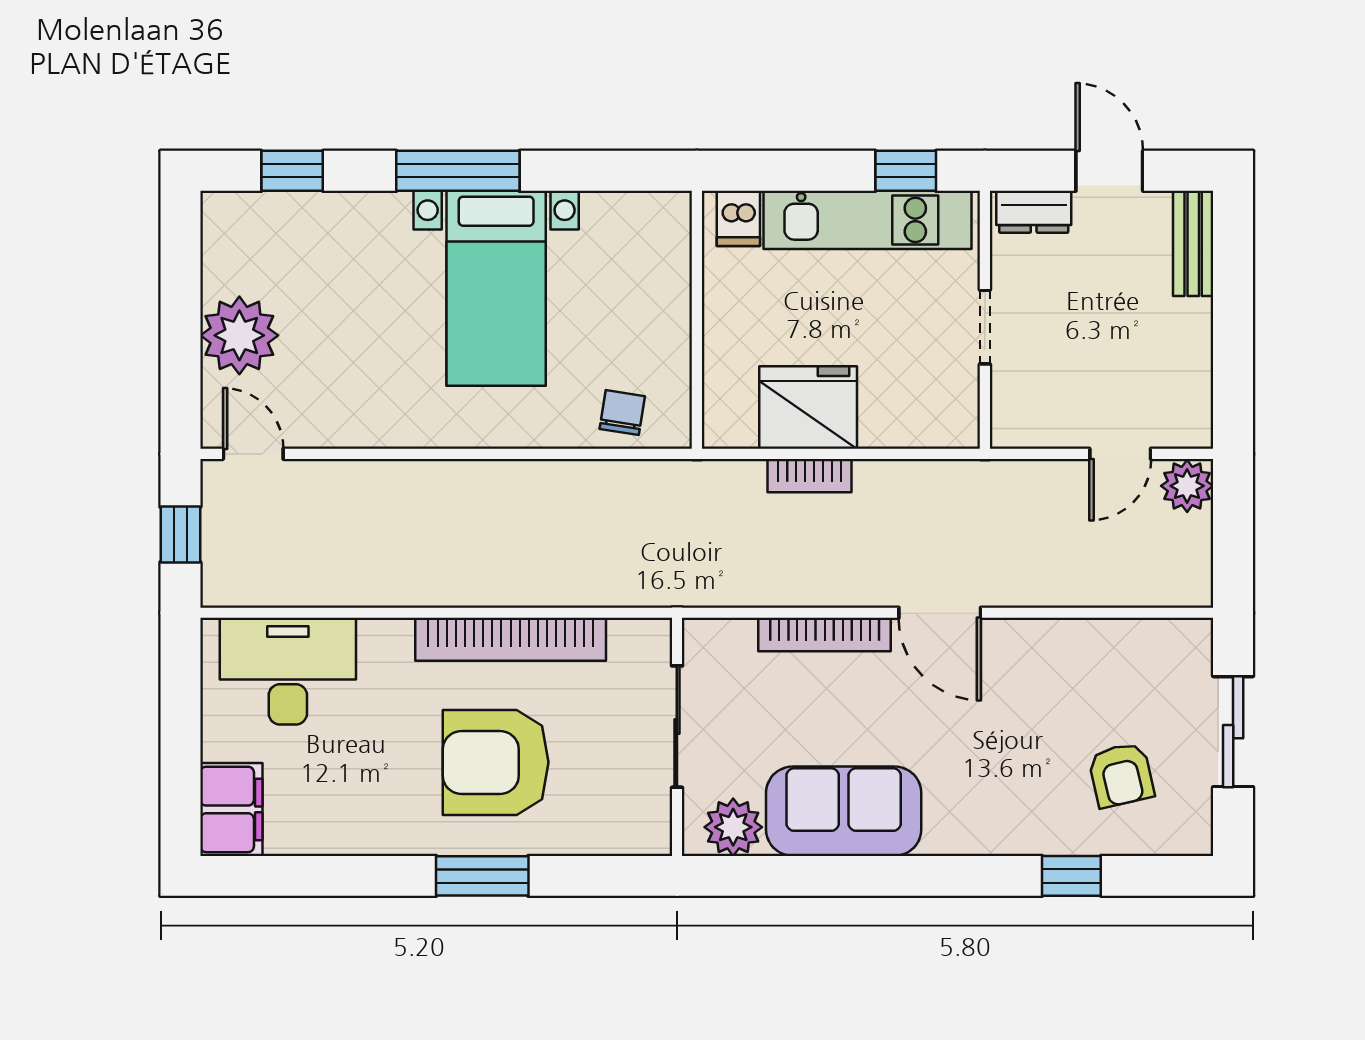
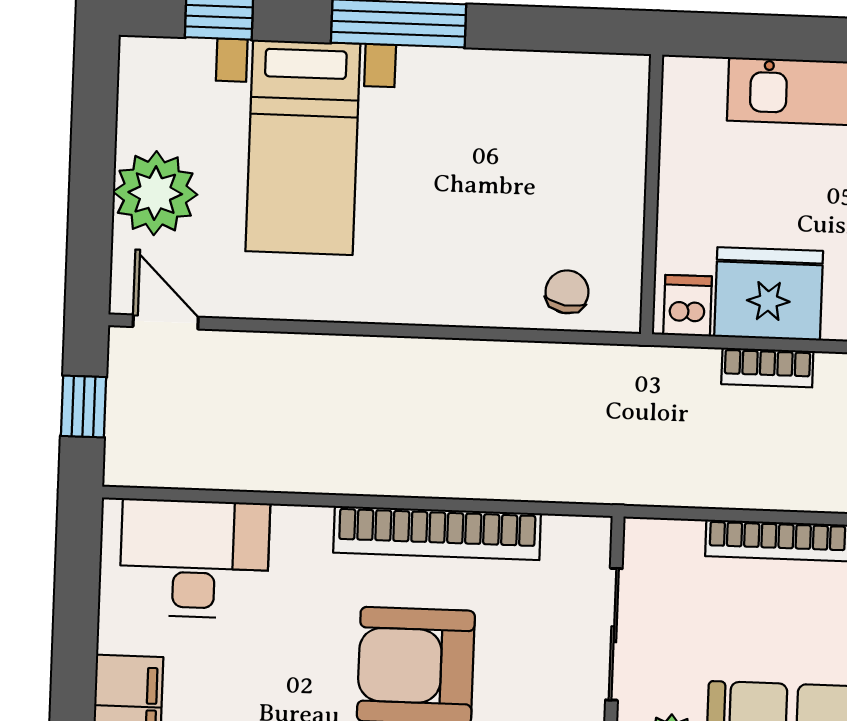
dishwasher: (738, 218) -> (688, 306), moved, turned 180
bed with nightstands: (496, 288) -> (303, 147), moved

